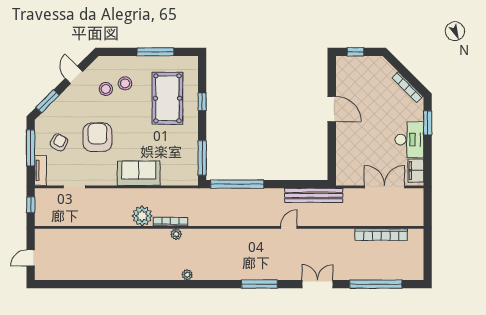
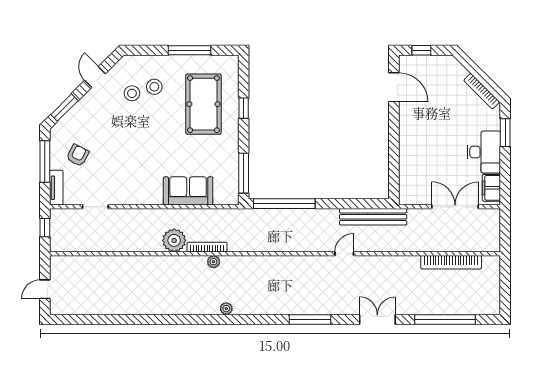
door: (332, 109) -> (394, 87), moved
armchair: (97, 137) -> (122, 149), removed
sofa: (139, 173) -> (188, 191), moved

